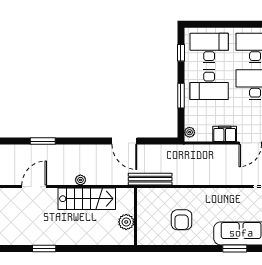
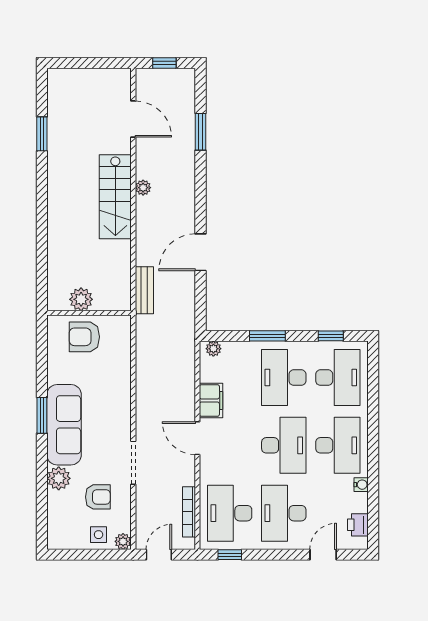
bench: (150, 179) -> (144, 290), width x0.73
wall: (135, 216) -> (89, 313), moved
plant: (126, 222) -> (81, 299), moved

